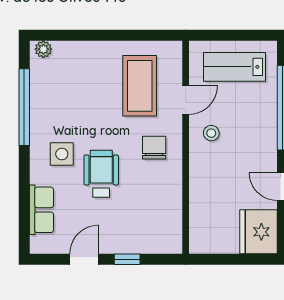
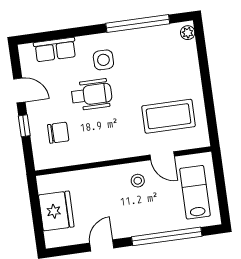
chair: (154, 148) -> (58, 133), moved
fridge: (258, 232) -> (56, 211), moved, turned 90

